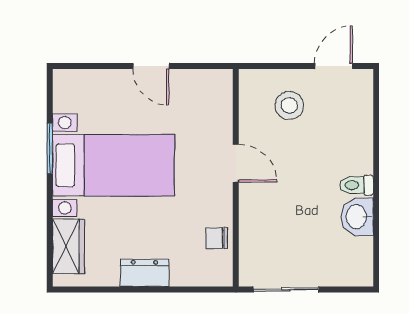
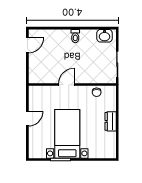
door: (334, 66) -> (27, 45), swing flipped
stool: (289, 105) -> (43, 63), removed
washbasin: (357, 217) -> (105, 36), moved
wardrobe: (68, 246) -> (100, 152), removed

